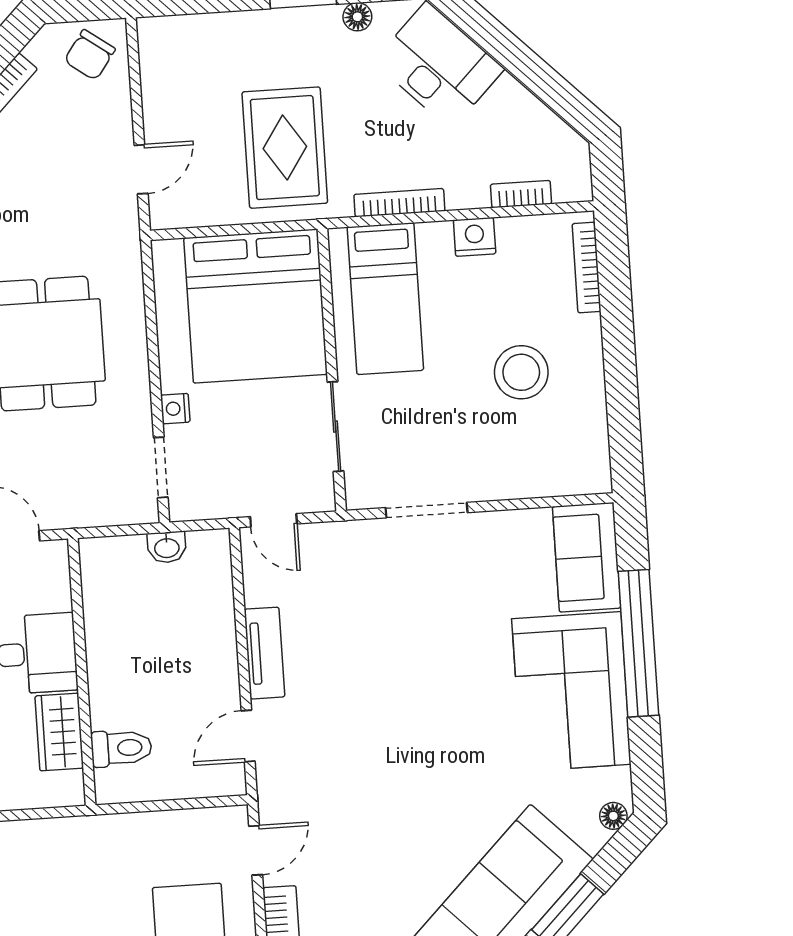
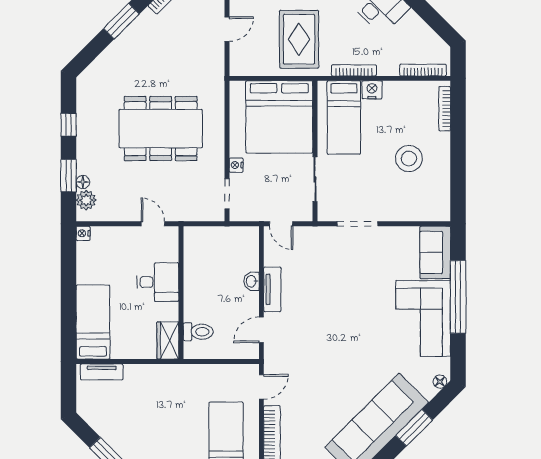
door: (141, 169) -> (227, 29), moved
bookcase: (521, 194) -> (423, 70), width x1.56
nightstand: (475, 237) -> (372, 90), moved
washbasin: (167, 547) -> (252, 281), moved, turned 90
wardrobe: (59, 732) -> (168, 340), moved

